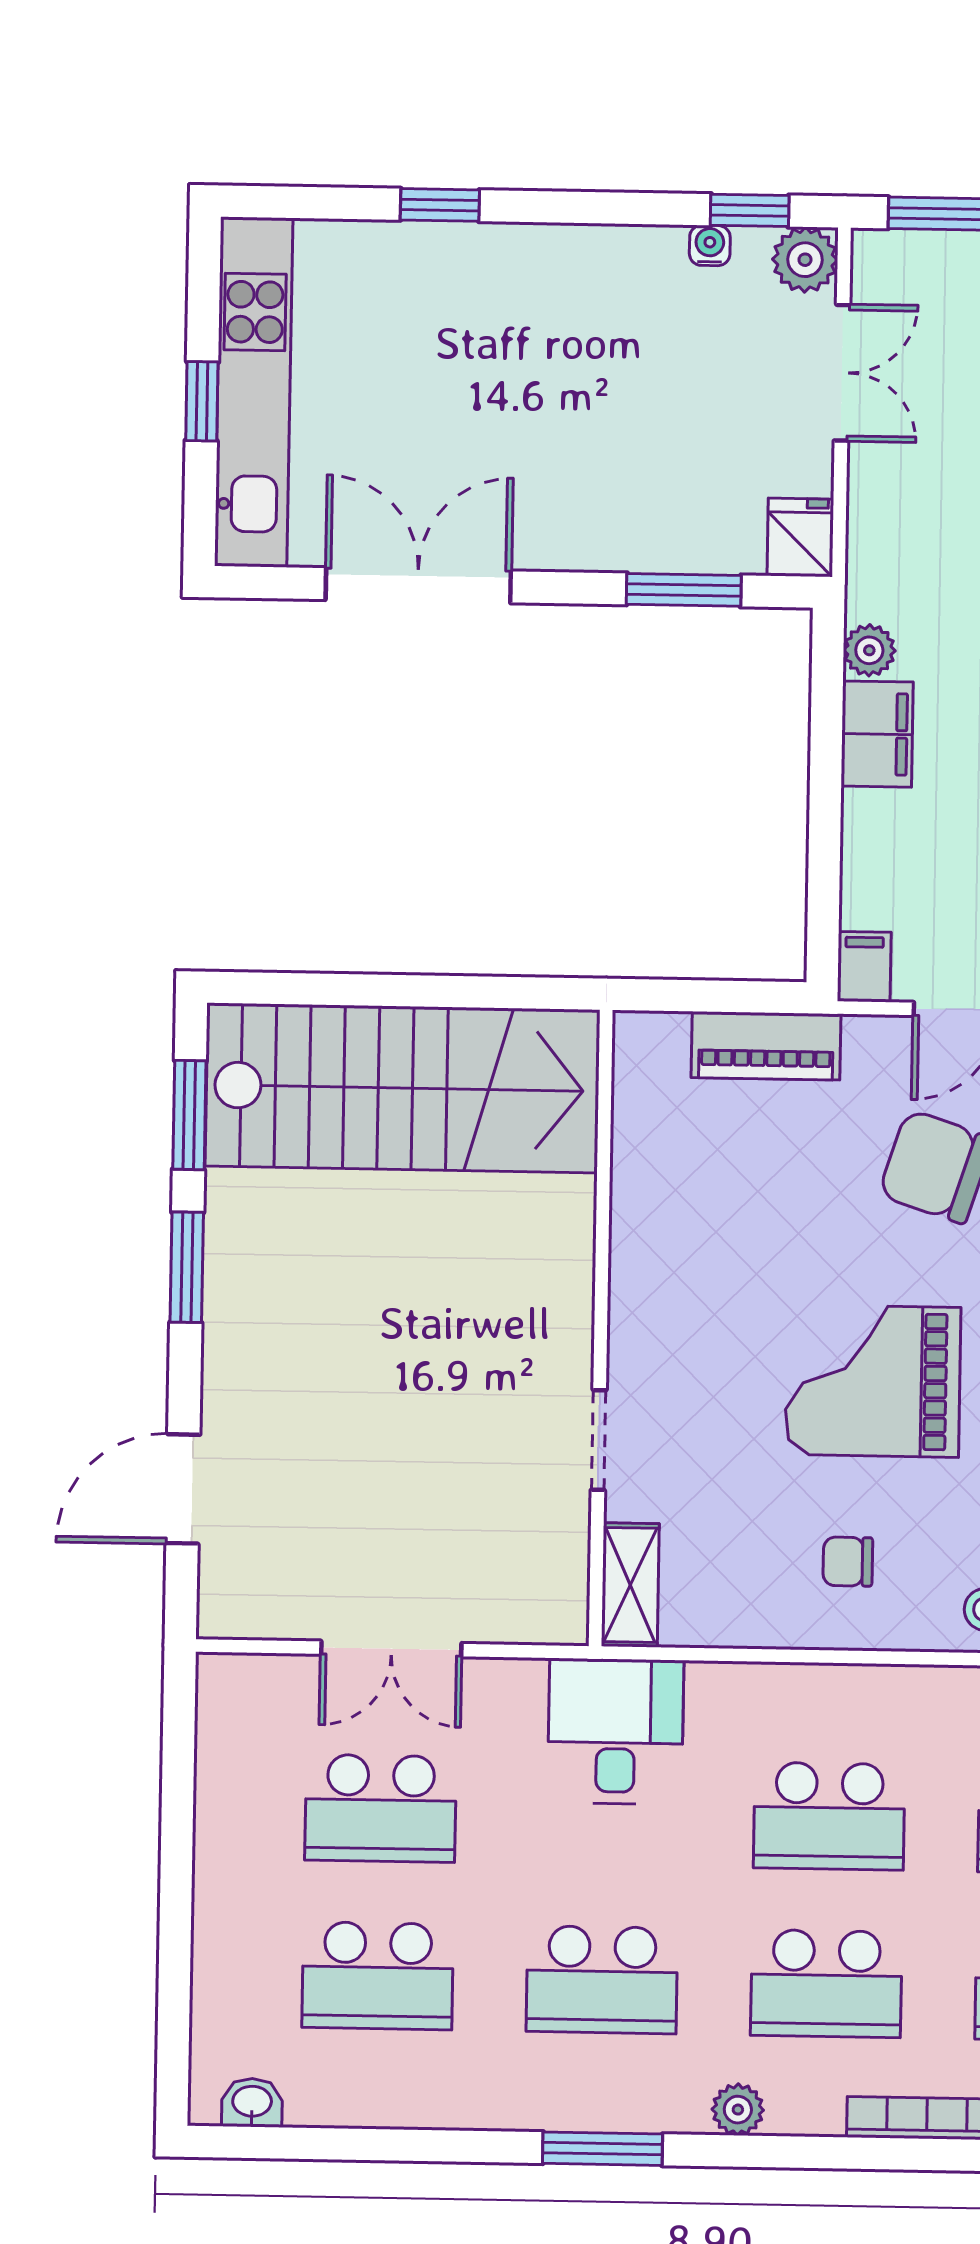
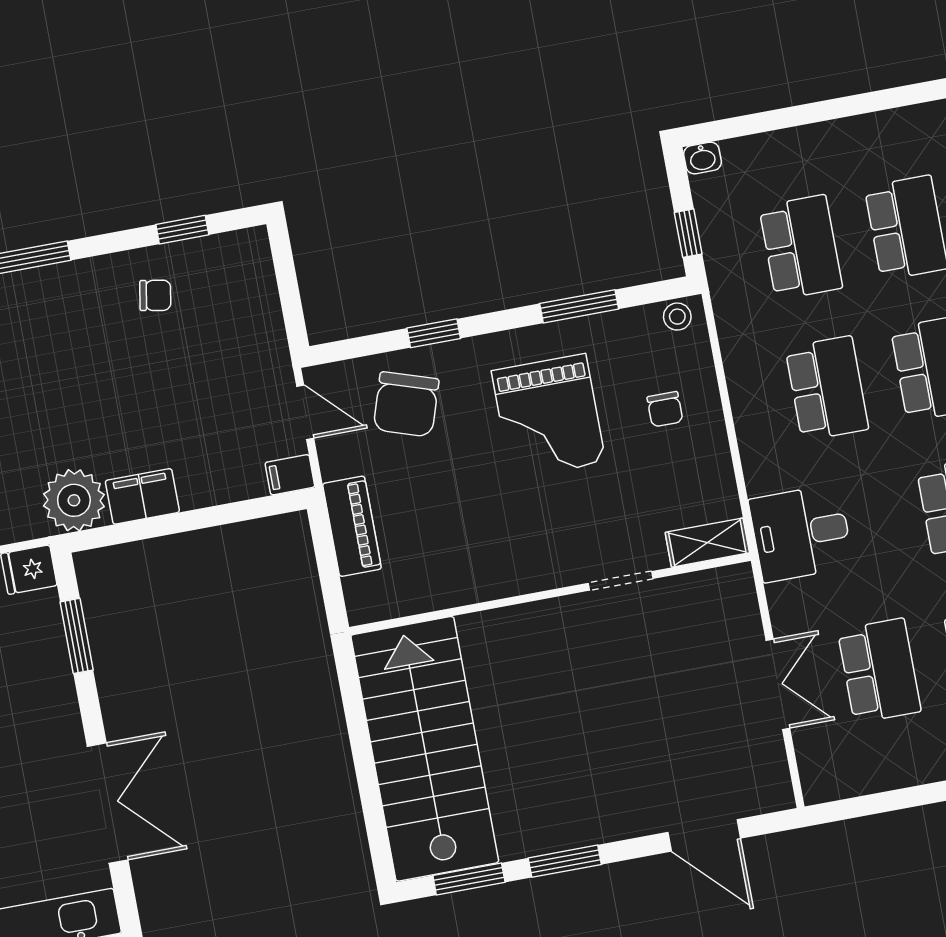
double door: (418, 585) -> (108, 803), swing flipped
plant: (869, 650) -> (74, 500), width x1.88, depth x1.88

